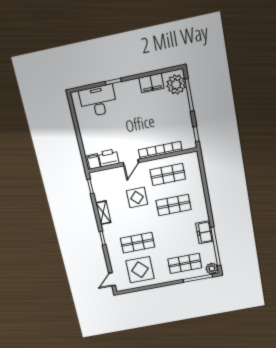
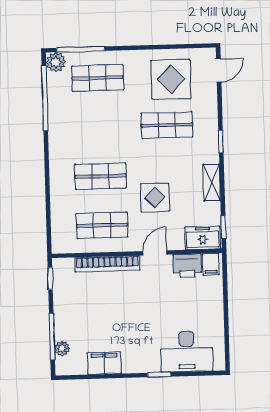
plant: (176, 84) -> (62, 348), width x0.53, depth x0.53
freezer: (204, 232) -> (203, 238), moved, turned -90

